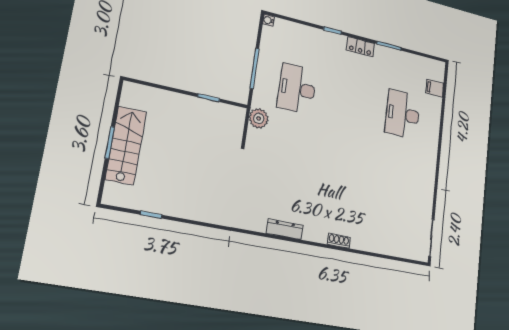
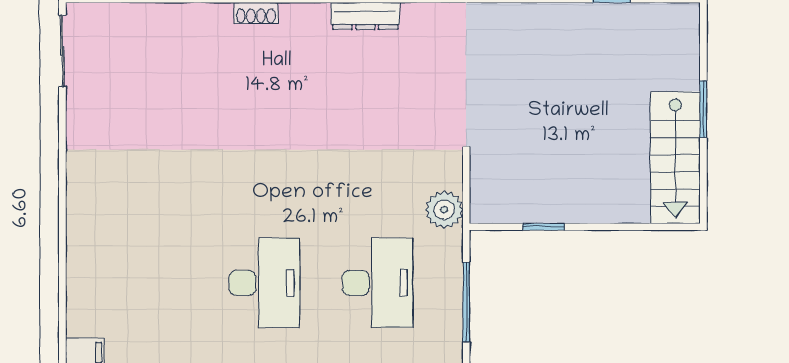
desk: (403, 114) -> (264, 283), moved
stairs: (126, 145) -> (675, 158), moved

